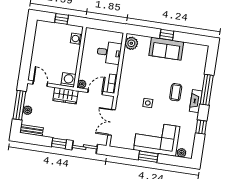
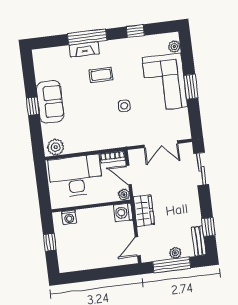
desk: (109, 53) -> (76, 176), width x1.87, depth x1.30
fireplace: (196, 101) -> (84, 49), moved
window: (59, 143) -> (208, 227), moved

